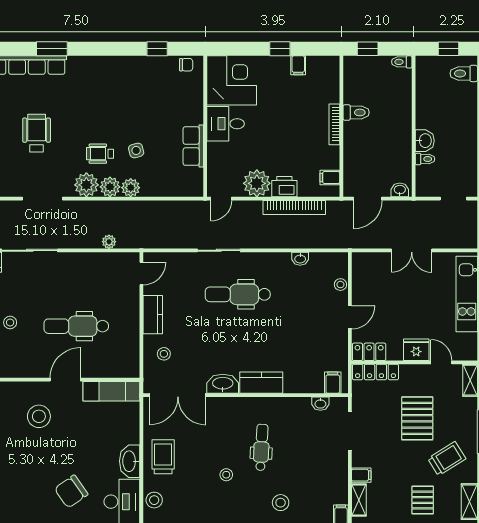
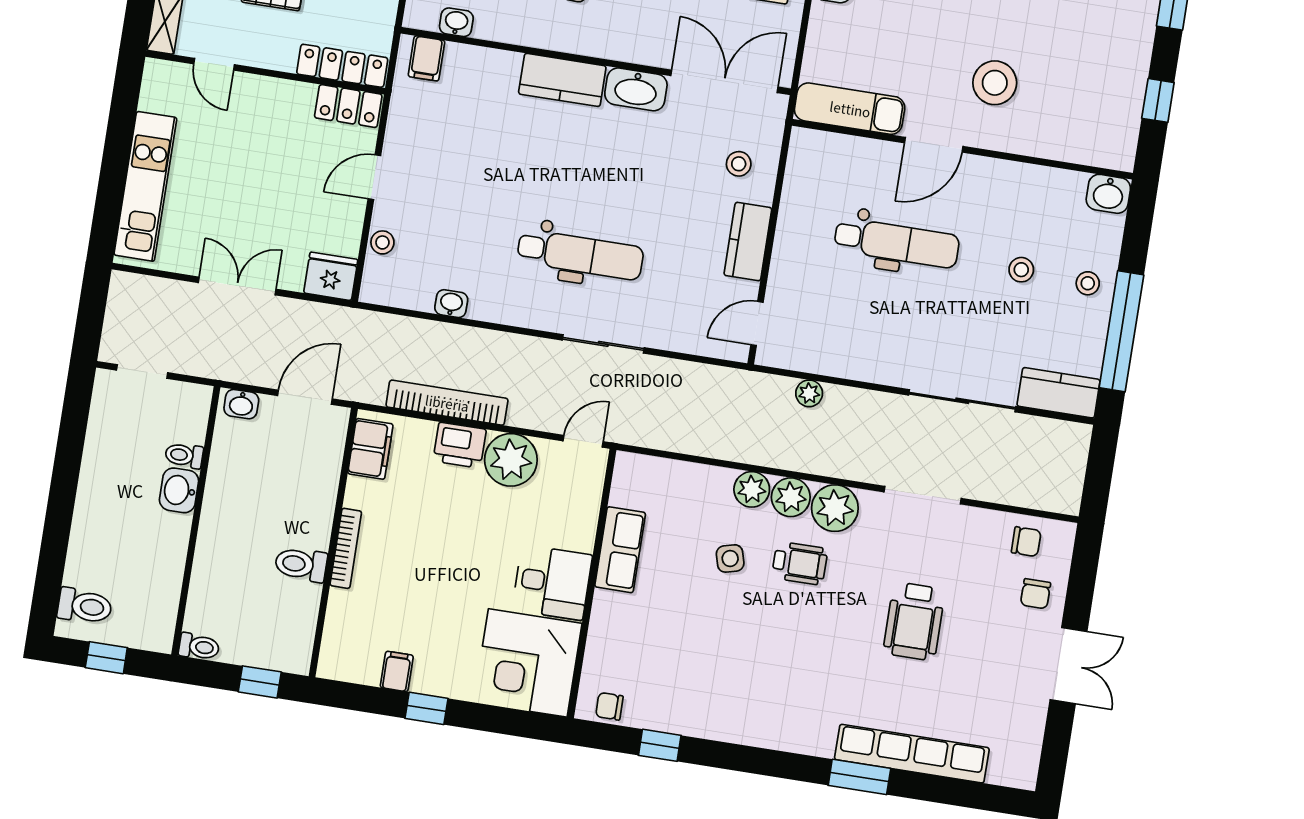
filing cabinet: (330, 177) -> (370, 449), width x2.00
fridge: (416, 350) -> (331, 276), moved, turned 180

